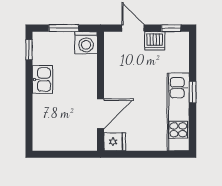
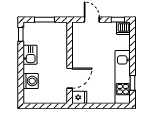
dishwasher: (155, 41) -> (123, 28), moved
washing machine: (86, 43) -> (31, 81), moved, turned -90
window: (193, 92) -> (133, 83), moved

